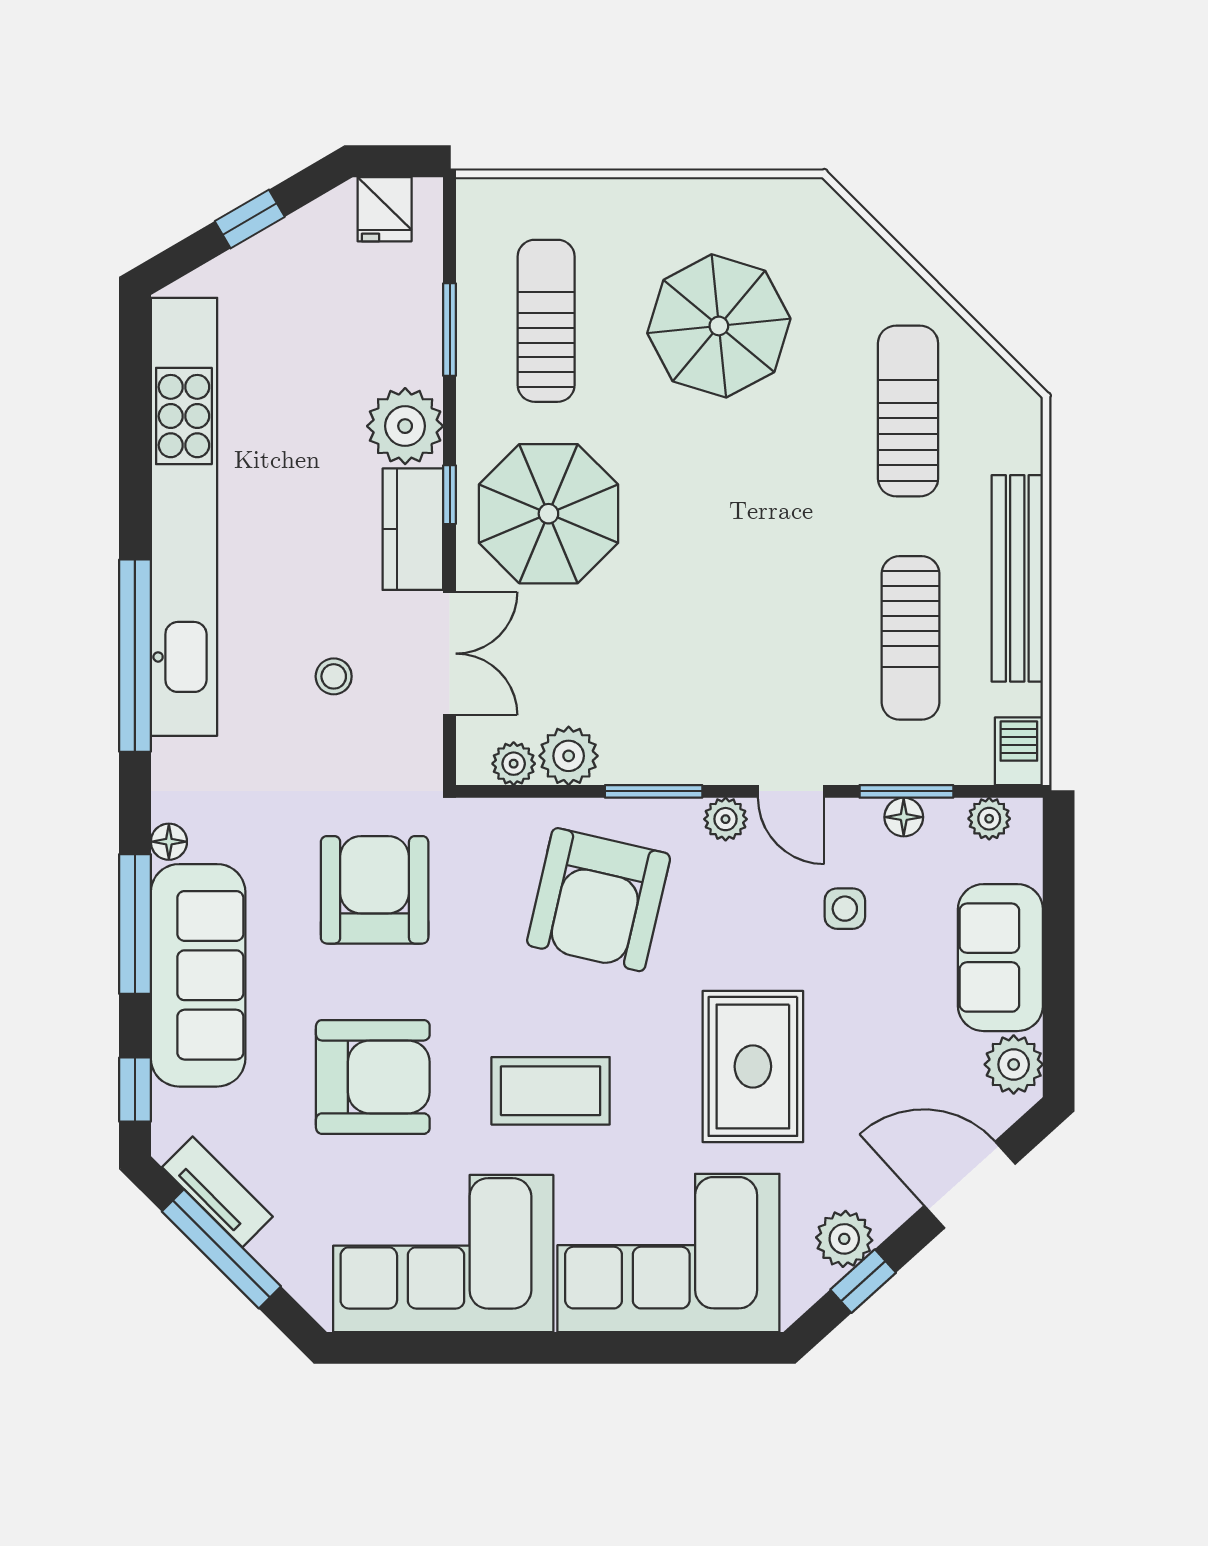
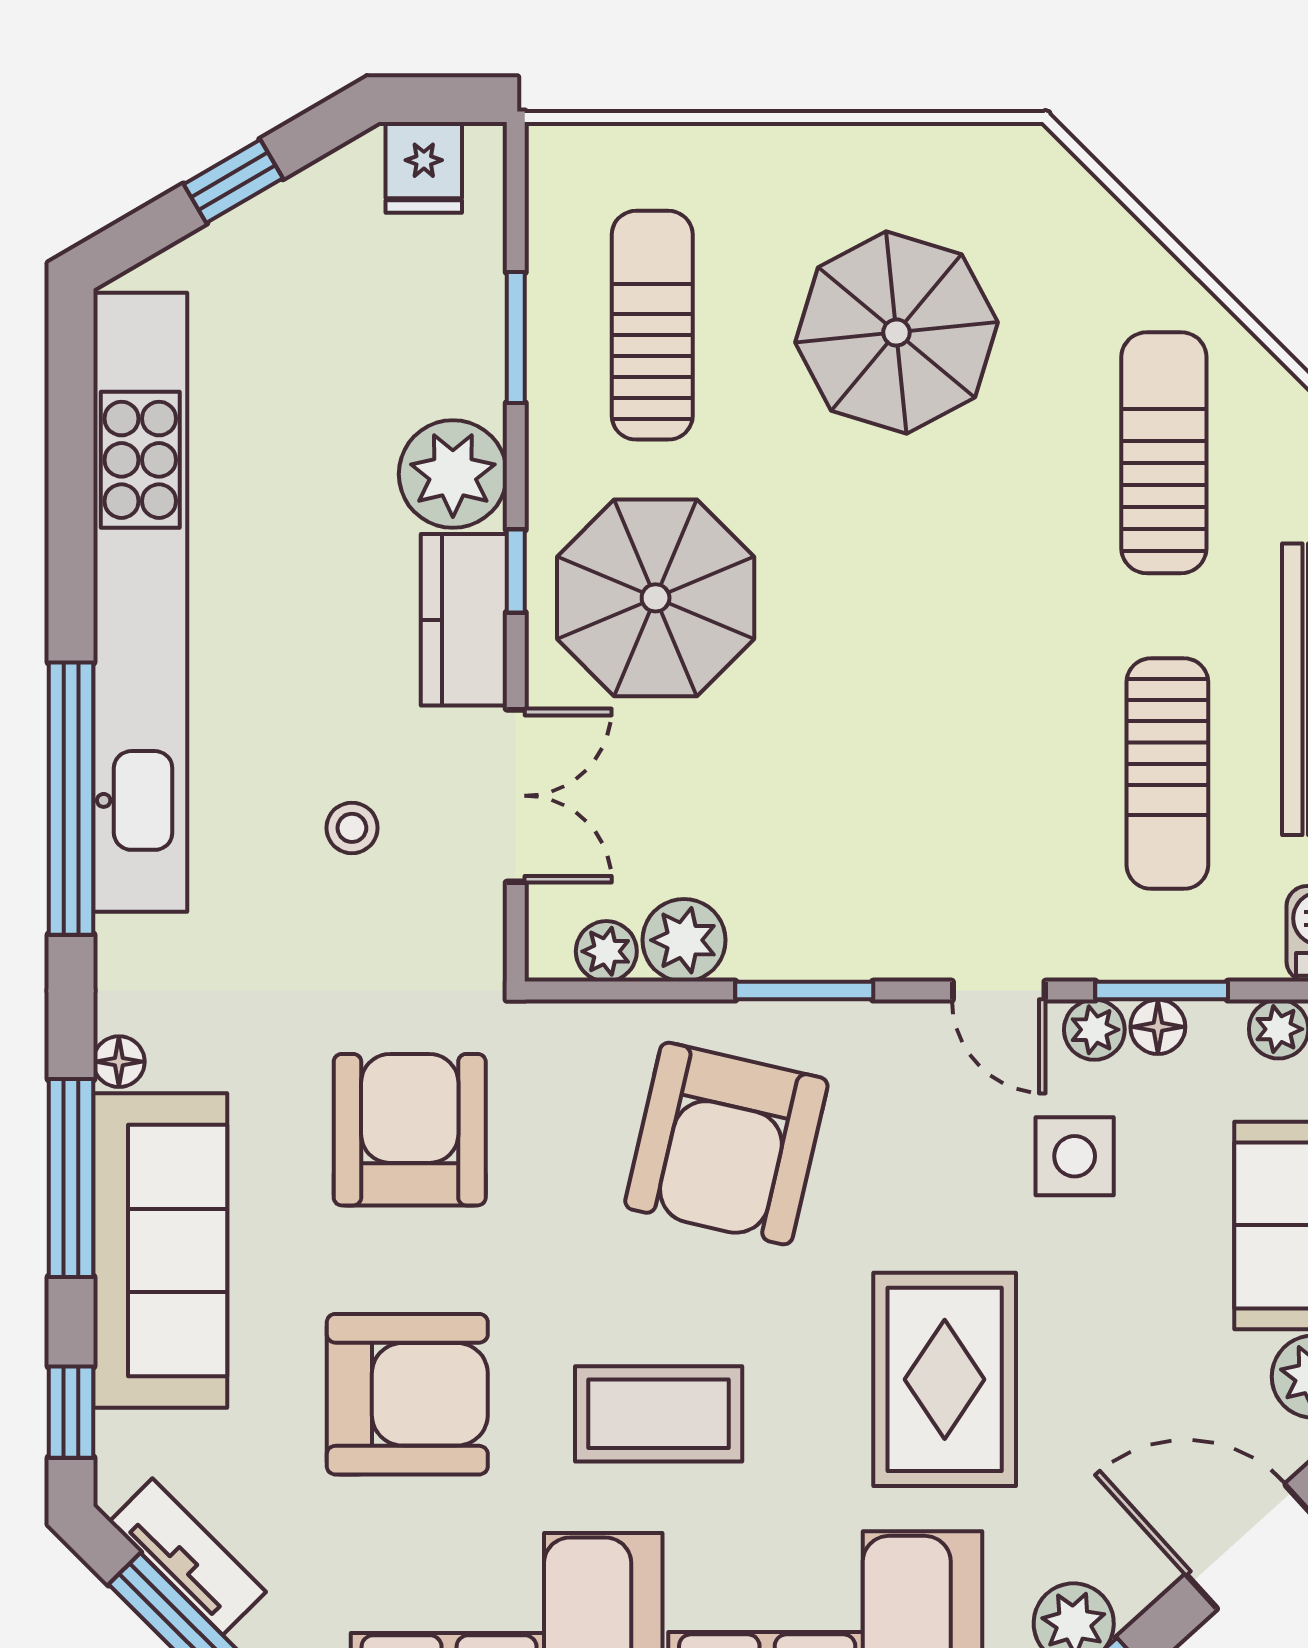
plant: (726, 819) -> (1094, 1030), moved
side table: (845, 909) -> (1075, 1156), width x1.37, depth x1.37

